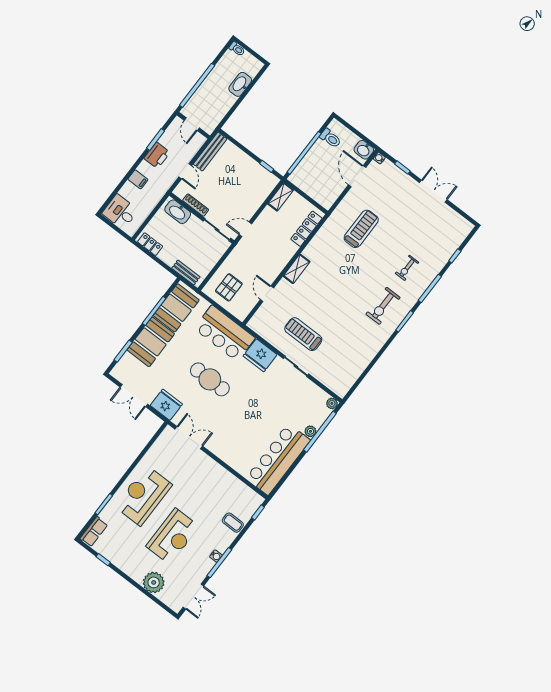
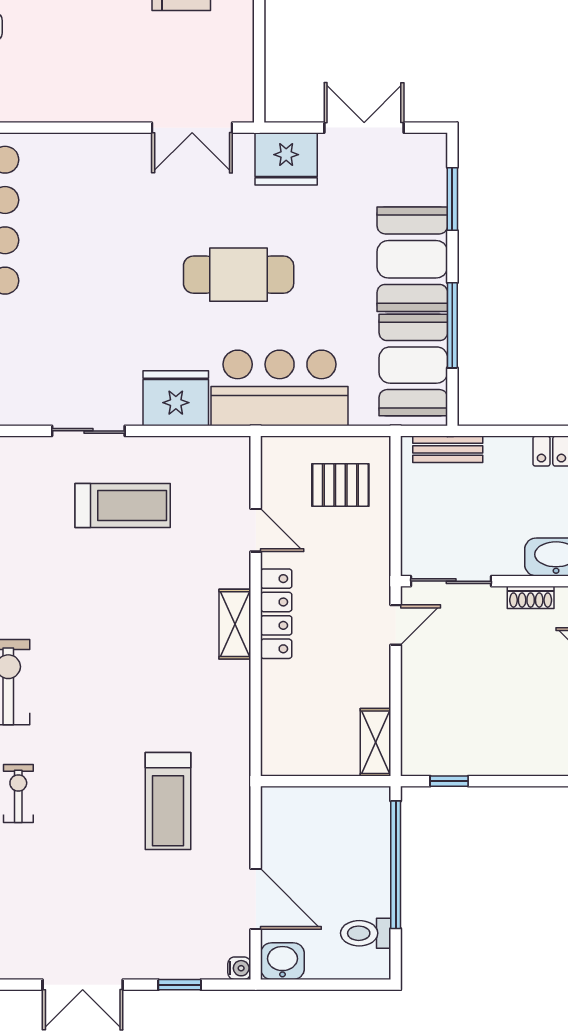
shoe rack: (196, 205) -> (531, 597), width x0.70
locker: (306, 229) -> (276, 614), moved
pallet: (229, 287) -> (340, 485), turned 90

